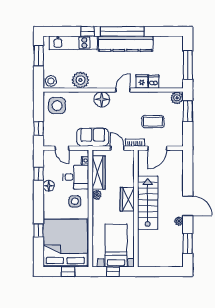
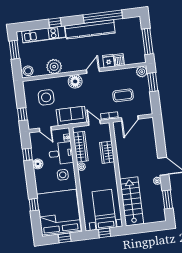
window: (122, 31) -> (103, 17), moved
side table: (57, 106) -> (46, 97), moved
wardrobe: (127, 199) -> (107, 152), moved
stairs: (148, 203) -> (132, 201), moved

